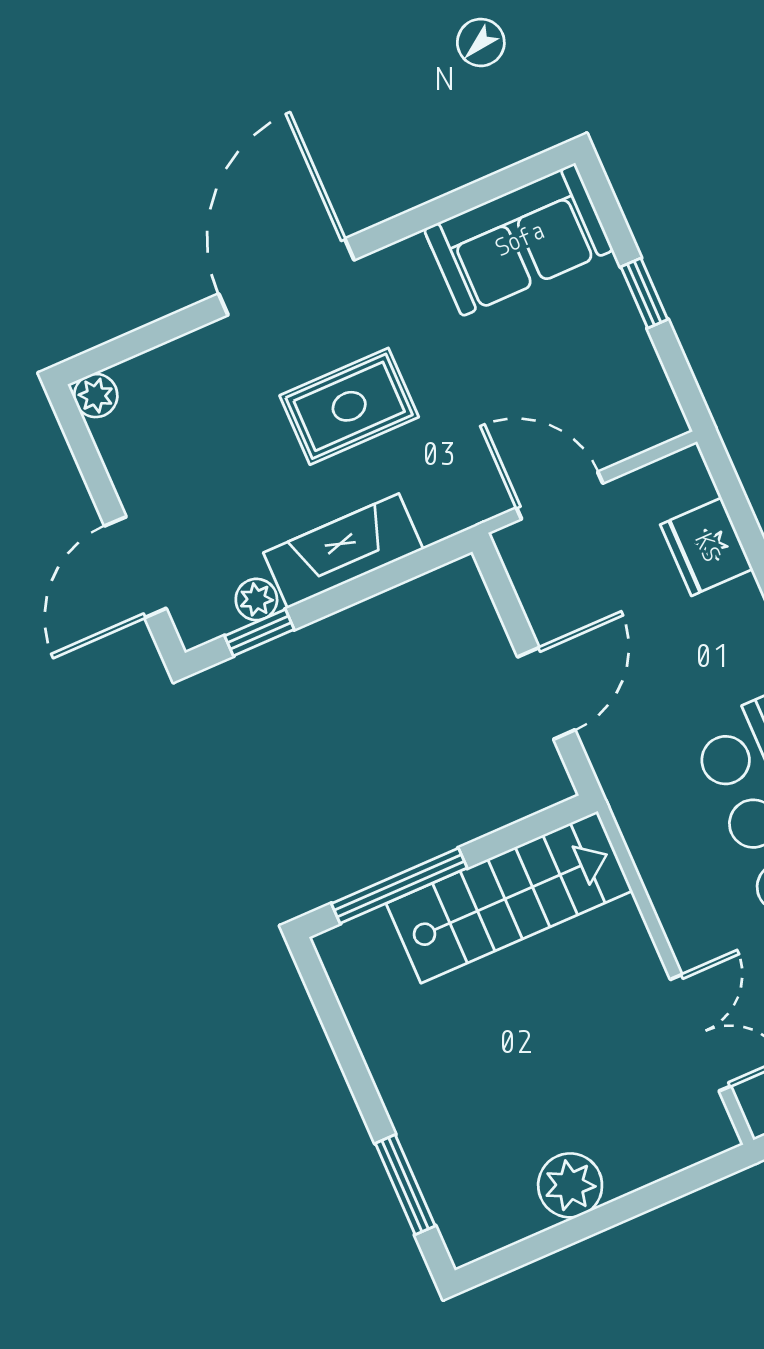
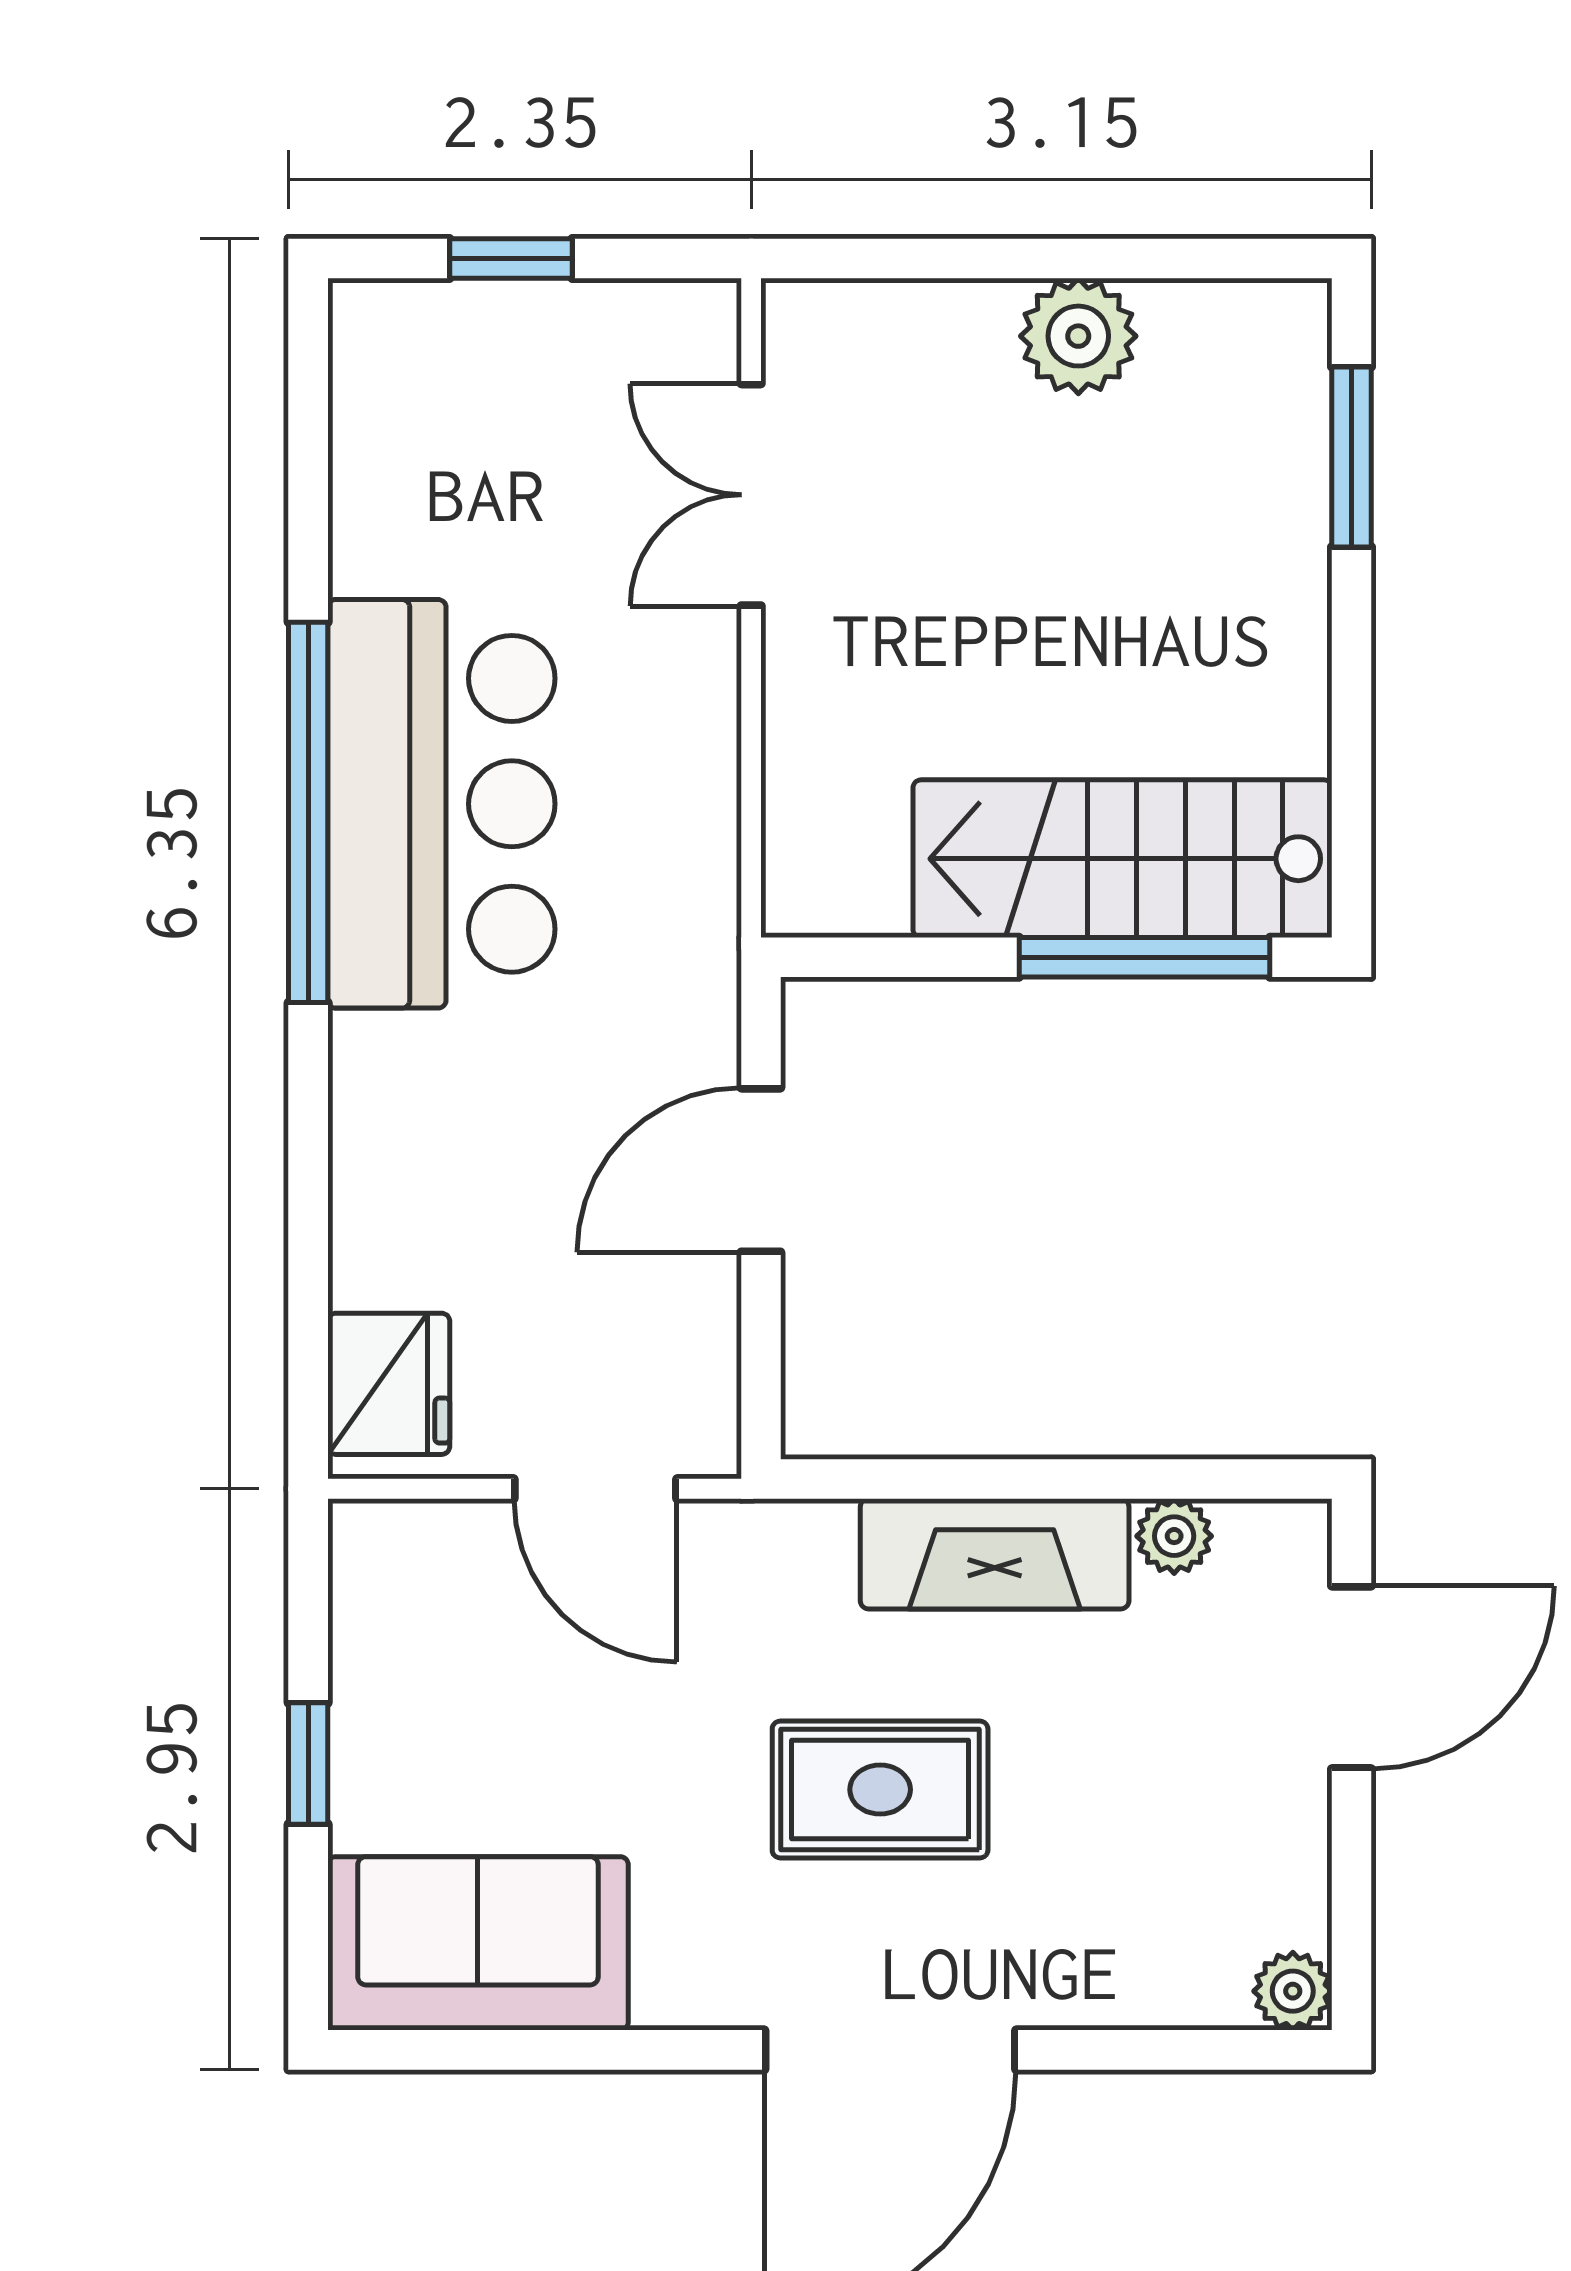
fridge: (707, 547) -> (389, 1384), moved
window: (259, 633) -> (1193, 1479), removed
stairs: (509, 897) -> (1122, 859), moved

